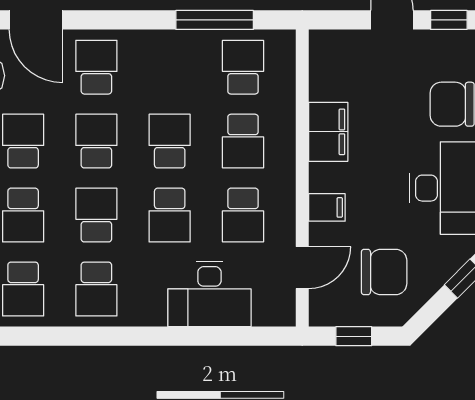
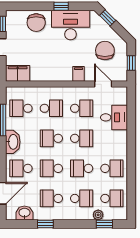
washbasin: (161, 47) -> (13, 142), added
filing cabinet: (328, 132) -> (18, 73), moved
desk: (209, 294) -> (114, 117), width x0.73

